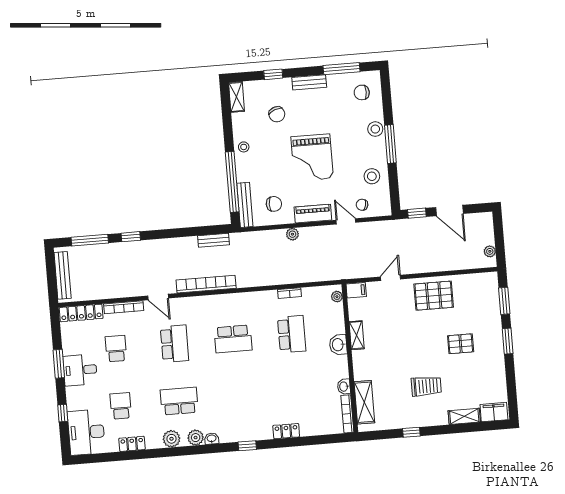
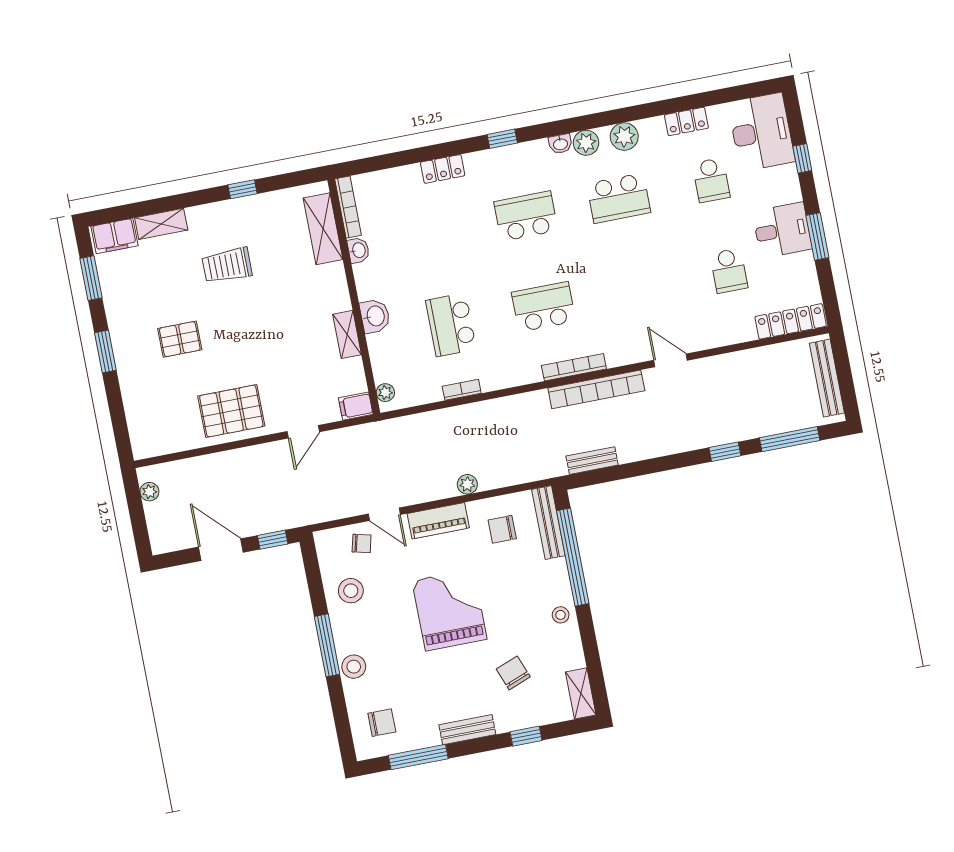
window: (504, 301) -> (91, 278), moved
bookcase: (124, 307) -> (574, 367), moved
school desk: (175, 344) -> (526, 216), moved, turned 90

